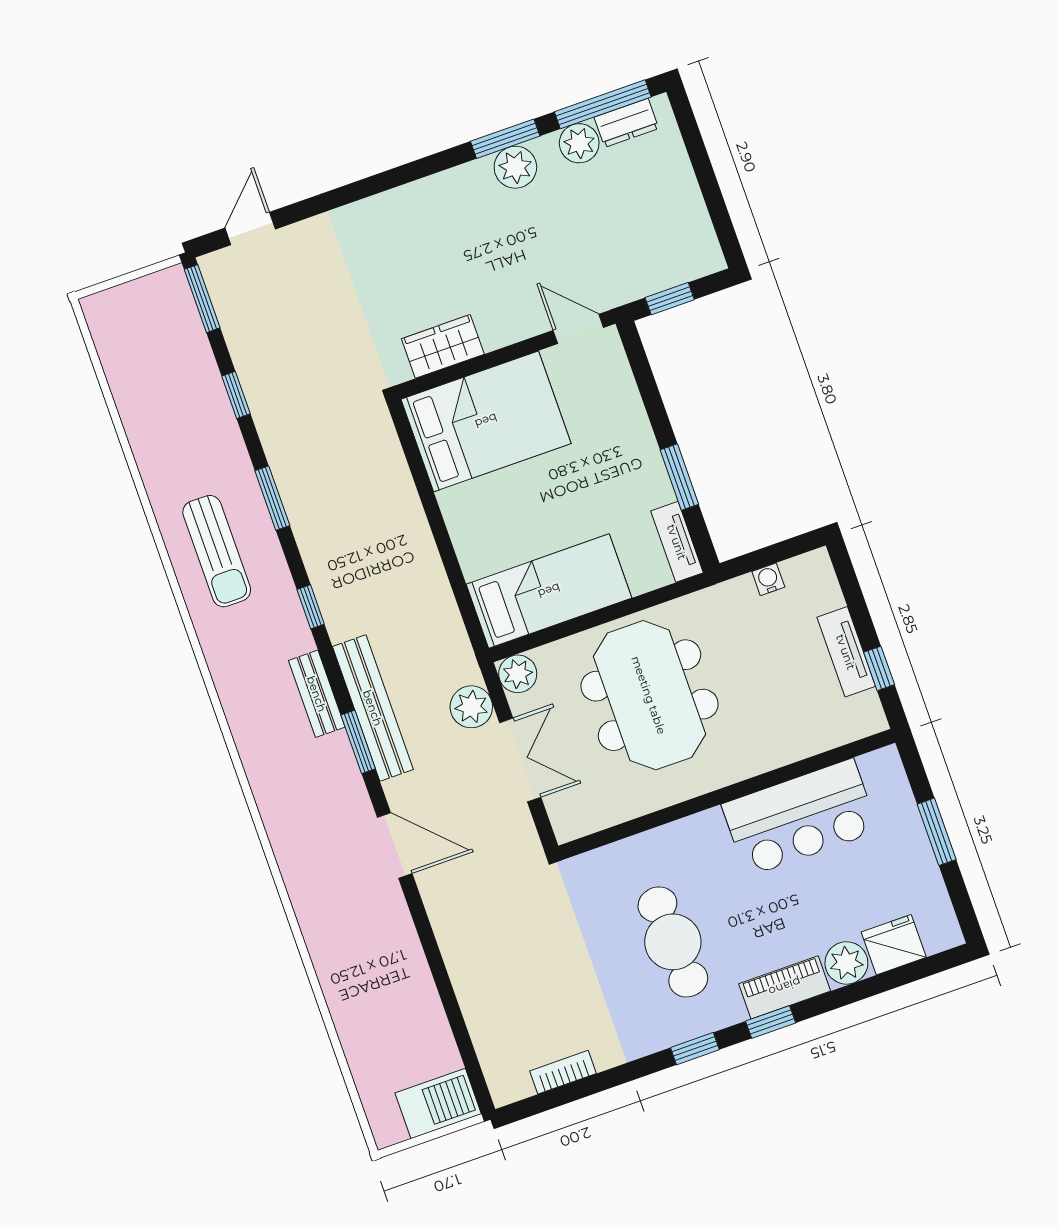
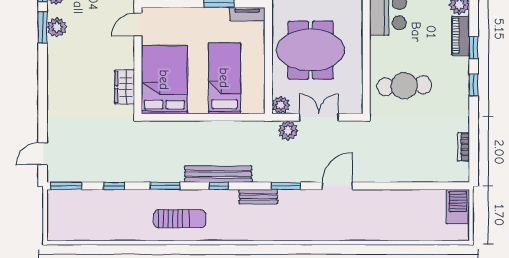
door: (250, 229) -> (43, 154), hinge flipped
bed: (549, 591) -> (224, 78), moved
bench: (373, 708) -> (218, 174), moved
cafe table: (673, 942) -> (404, 86), moved

